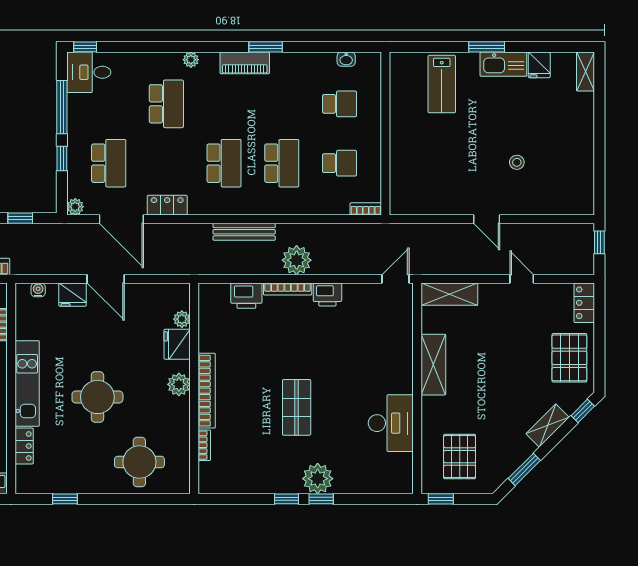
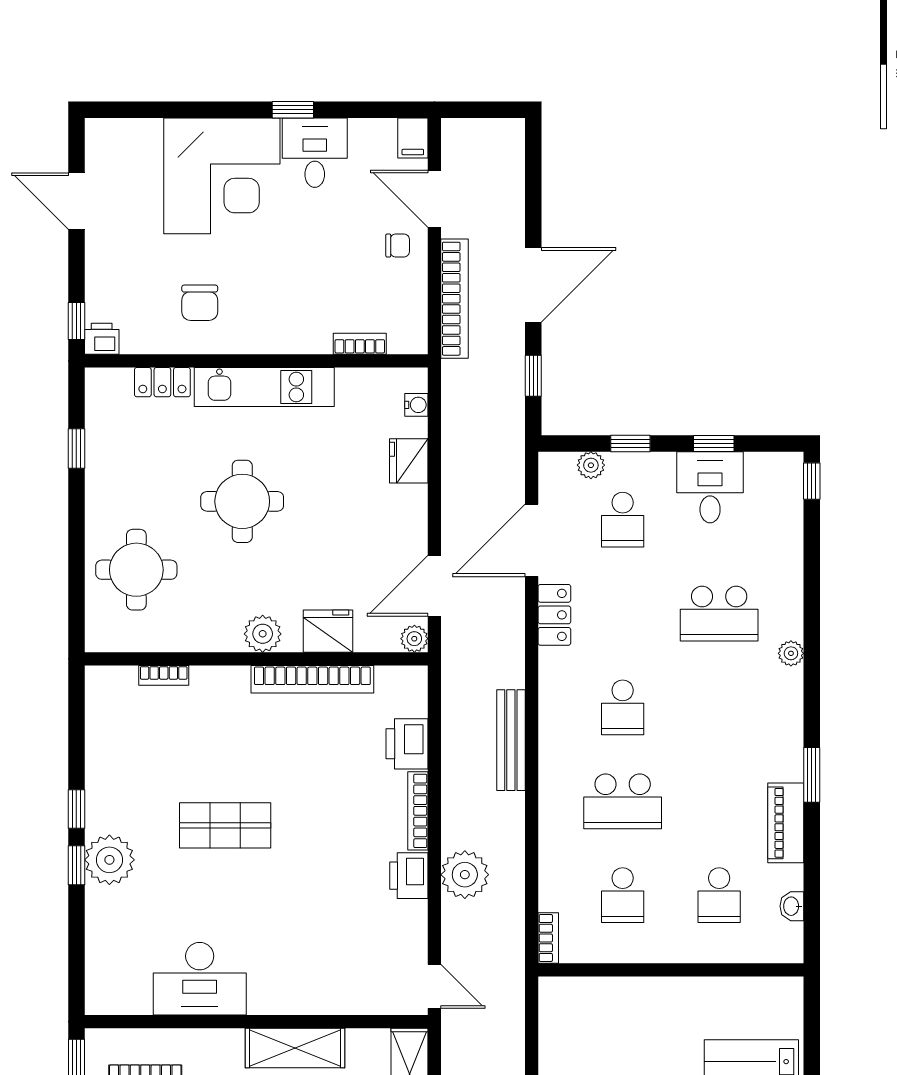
piano: (245, 63) -> (786, 823), moved
desk: (89, 72) -> (710, 487), moved
window: (62, 107) -> (714, 443), width x0.46
school desk: (109, 163) -> (623, 520), width x0.54
school desk: (224, 163) -> (623, 707), width x0.54
plant: (75, 207) -> (591, 465), moved
plant: (297, 260) -> (465, 875), moved
door: (106, 279) -> (434, 586), moved
plant: (182, 319) -> (414, 639), moved
bookcase: (207, 391) -> (312, 679), moved

